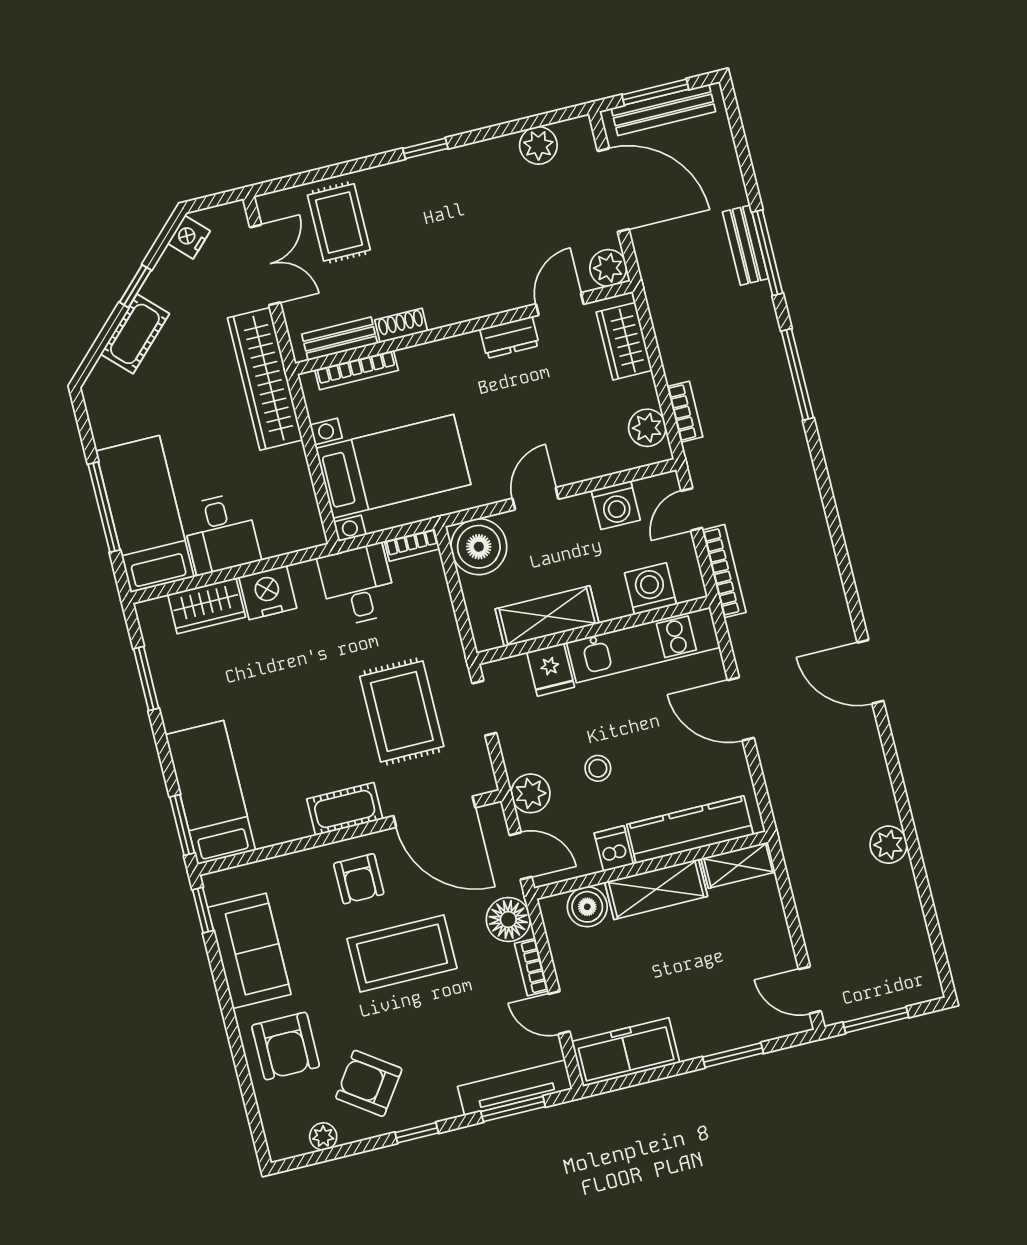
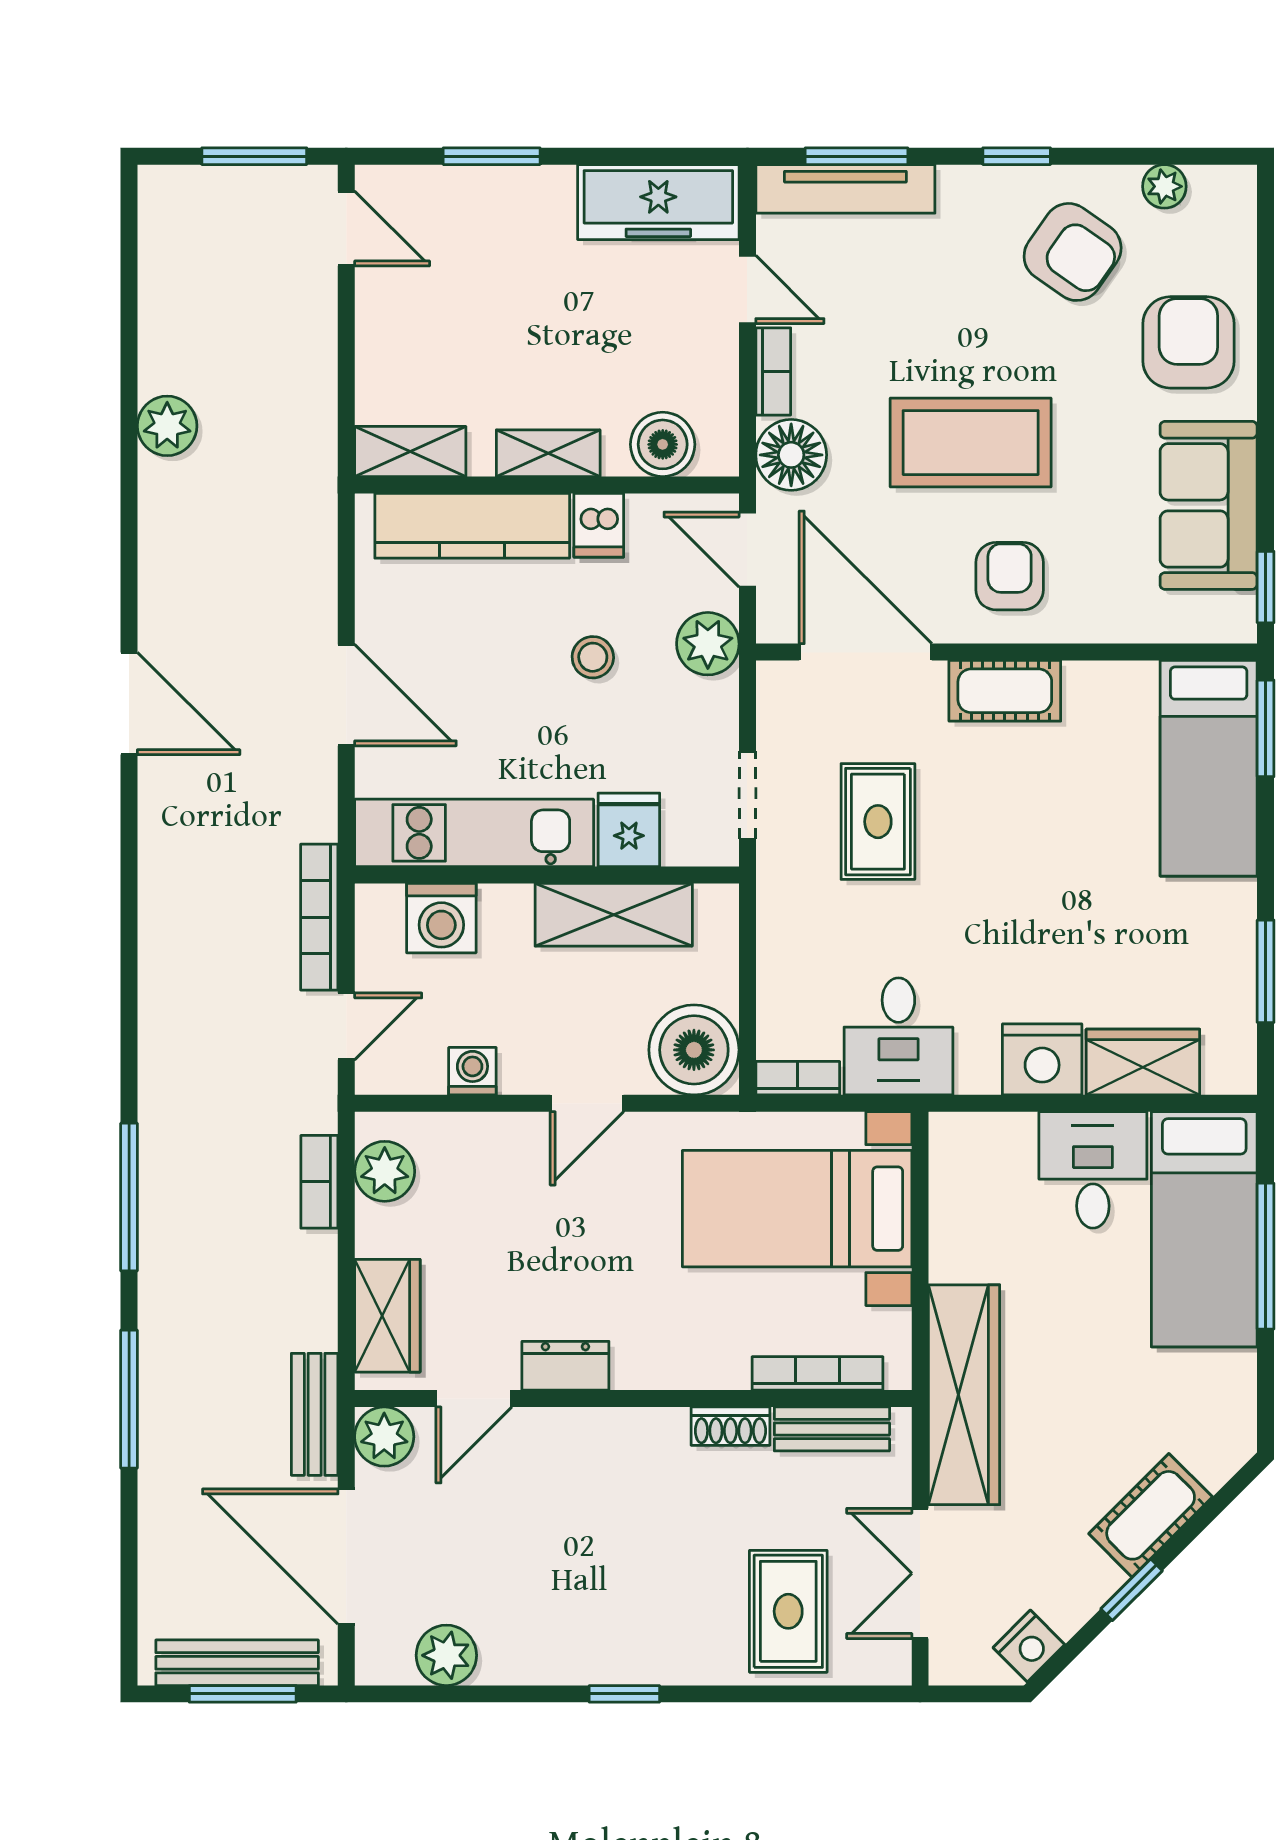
bench: (745, 245) -> (315, 1414), moved
washing machine: (616, 505) -> (472, 1071), width x0.73, depth x0.73
rug: (402, 711) -> (878, 822), width x0.73, depth x0.70
shelving: (656, 889) -> (548, 453), width x0.67, depth x0.75

